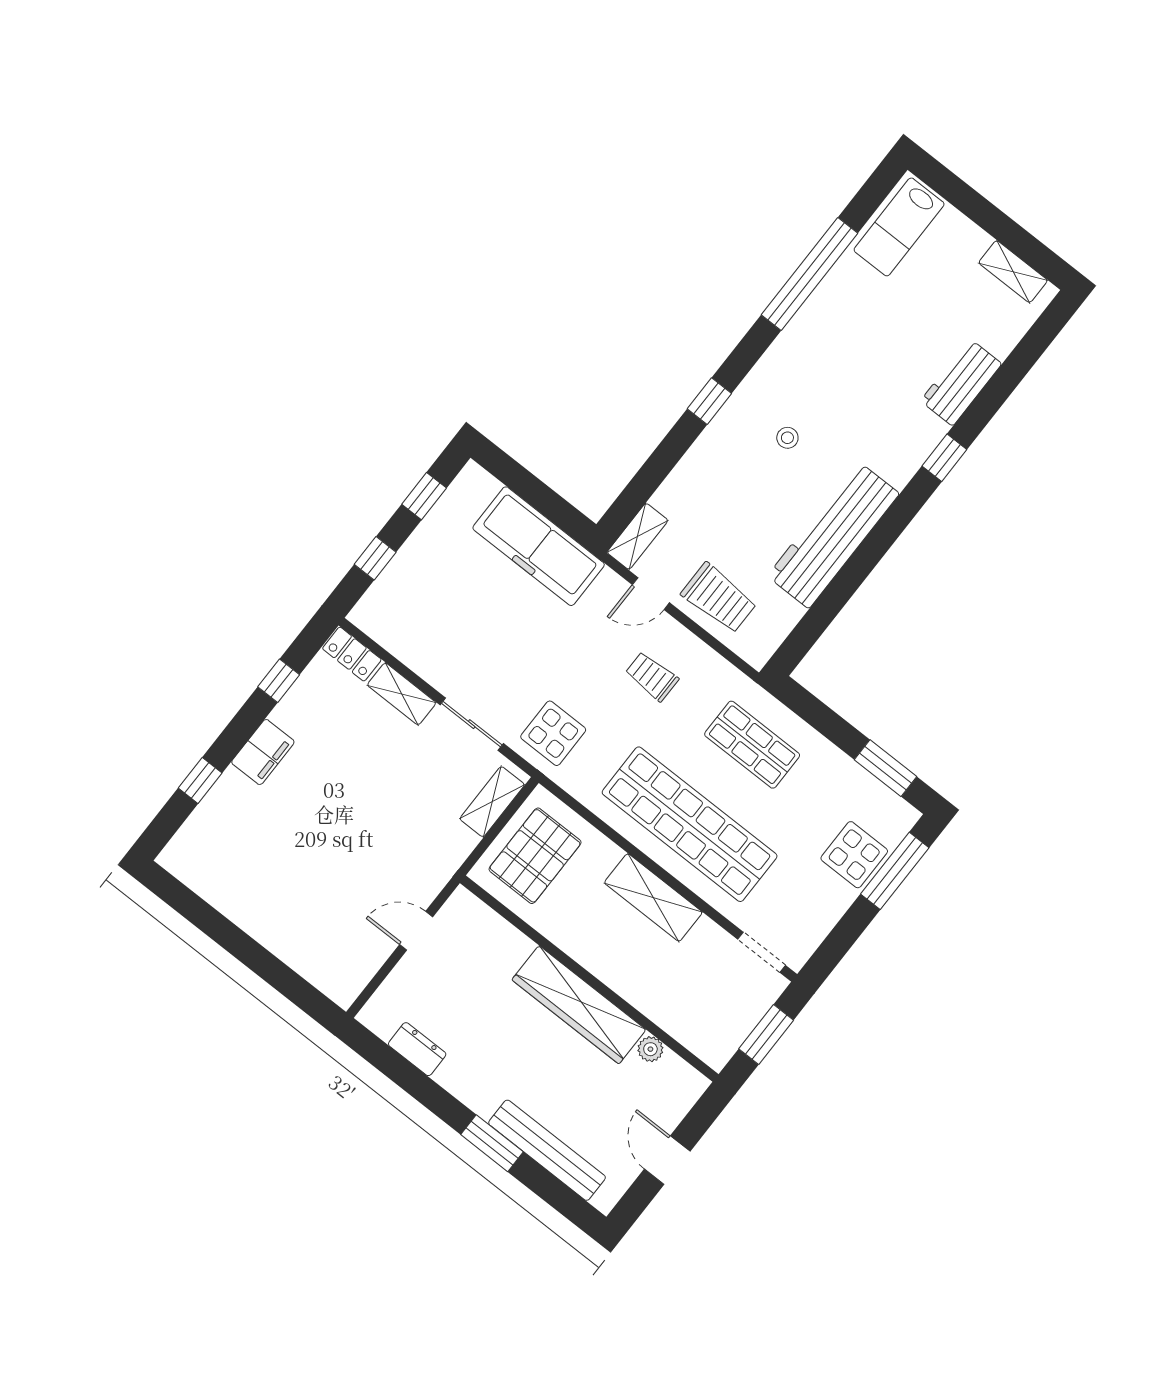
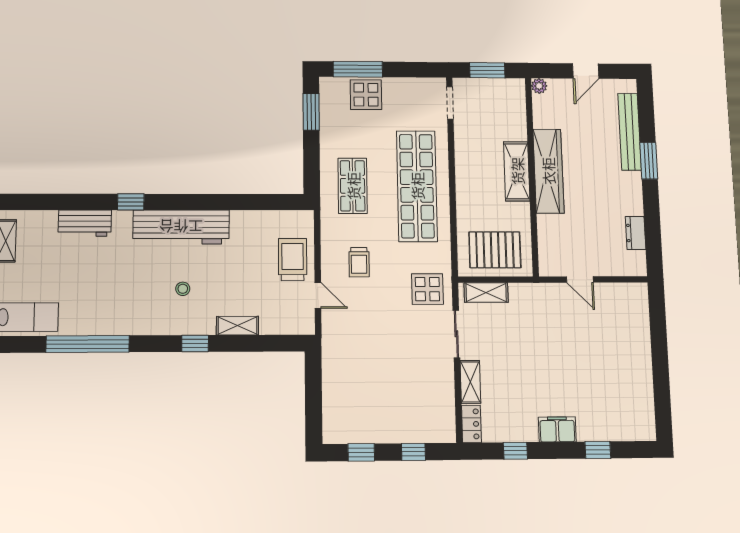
workbench: (833, 535) -> (181, 227), moved
shelving: (638, 536) -> (237, 326), moved
freezer: (539, 546) -> (340, 372), removed
shelving: (653, 898) -> (517, 171), moved
plant: (650, 1049) -> (539, 86), moved

